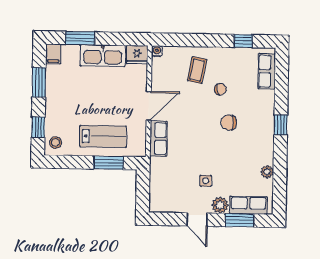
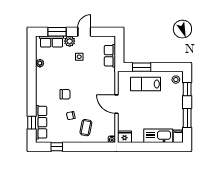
window: (80, 38) -> (161, 147), removed
kitchen sink: (103, 56) -> (158, 136), moved
row of seats: (267, 71) -> (41, 122), width x1.48
door: (149, 106) -> (116, 104), hinge flipped
window: (281, 125) -> (32, 123), moved
row of seats: (158, 139) -> (110, 56), moved
door: (197, 220) -> (84, 32), hinge flipped

